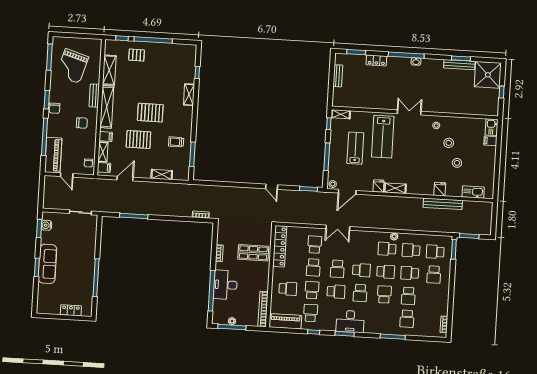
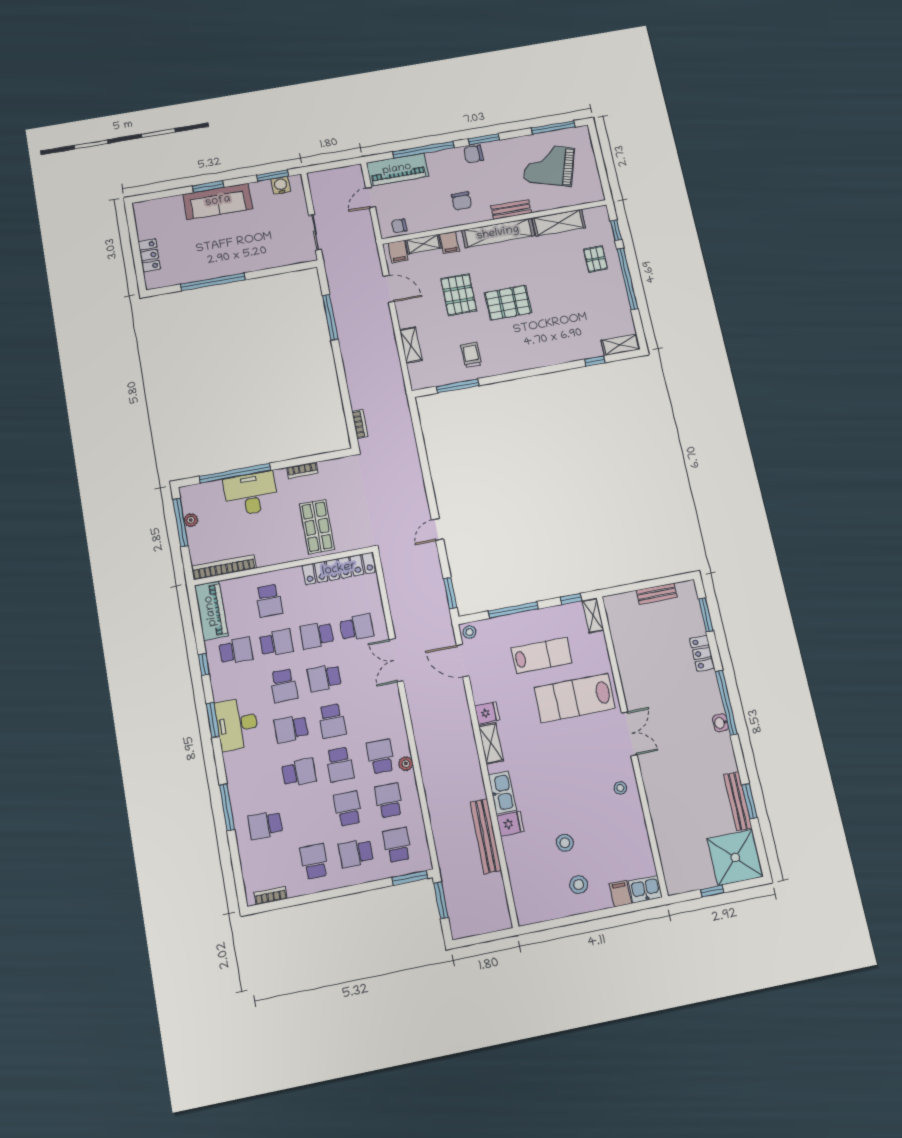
shelving: (189, 95) -> (621, 345), moved
pallet: (150, 113) -> (508, 303), turned 90
stool: (449, 143) -> (579, 885), moved
kitchen sink: (473, 192) -> (502, 793), moved
school desk: (408, 296) -> (314, 861), moved, turned 90

